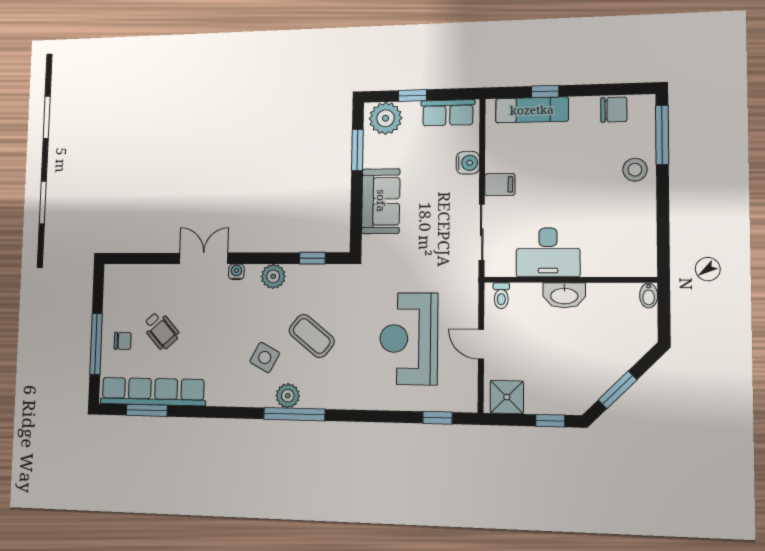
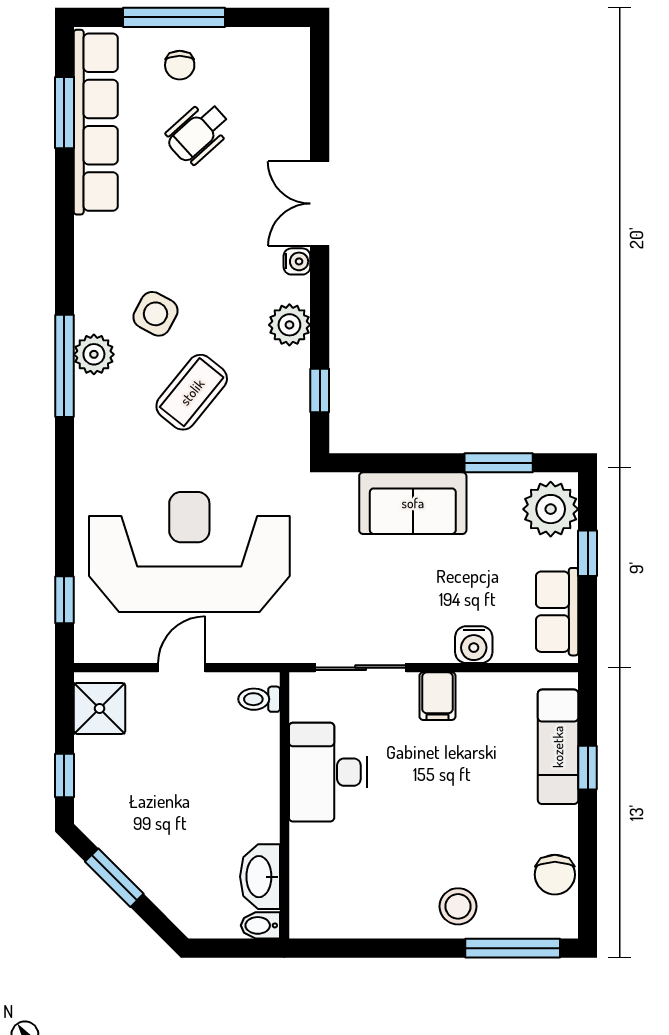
double door: (204, 258) -> (320, 204), swing flipped
washbasin: (564, 295) -> (260, 877), moved
reception desk: (409, 339) -> (189, 552), width x1.36, depth x1.30

